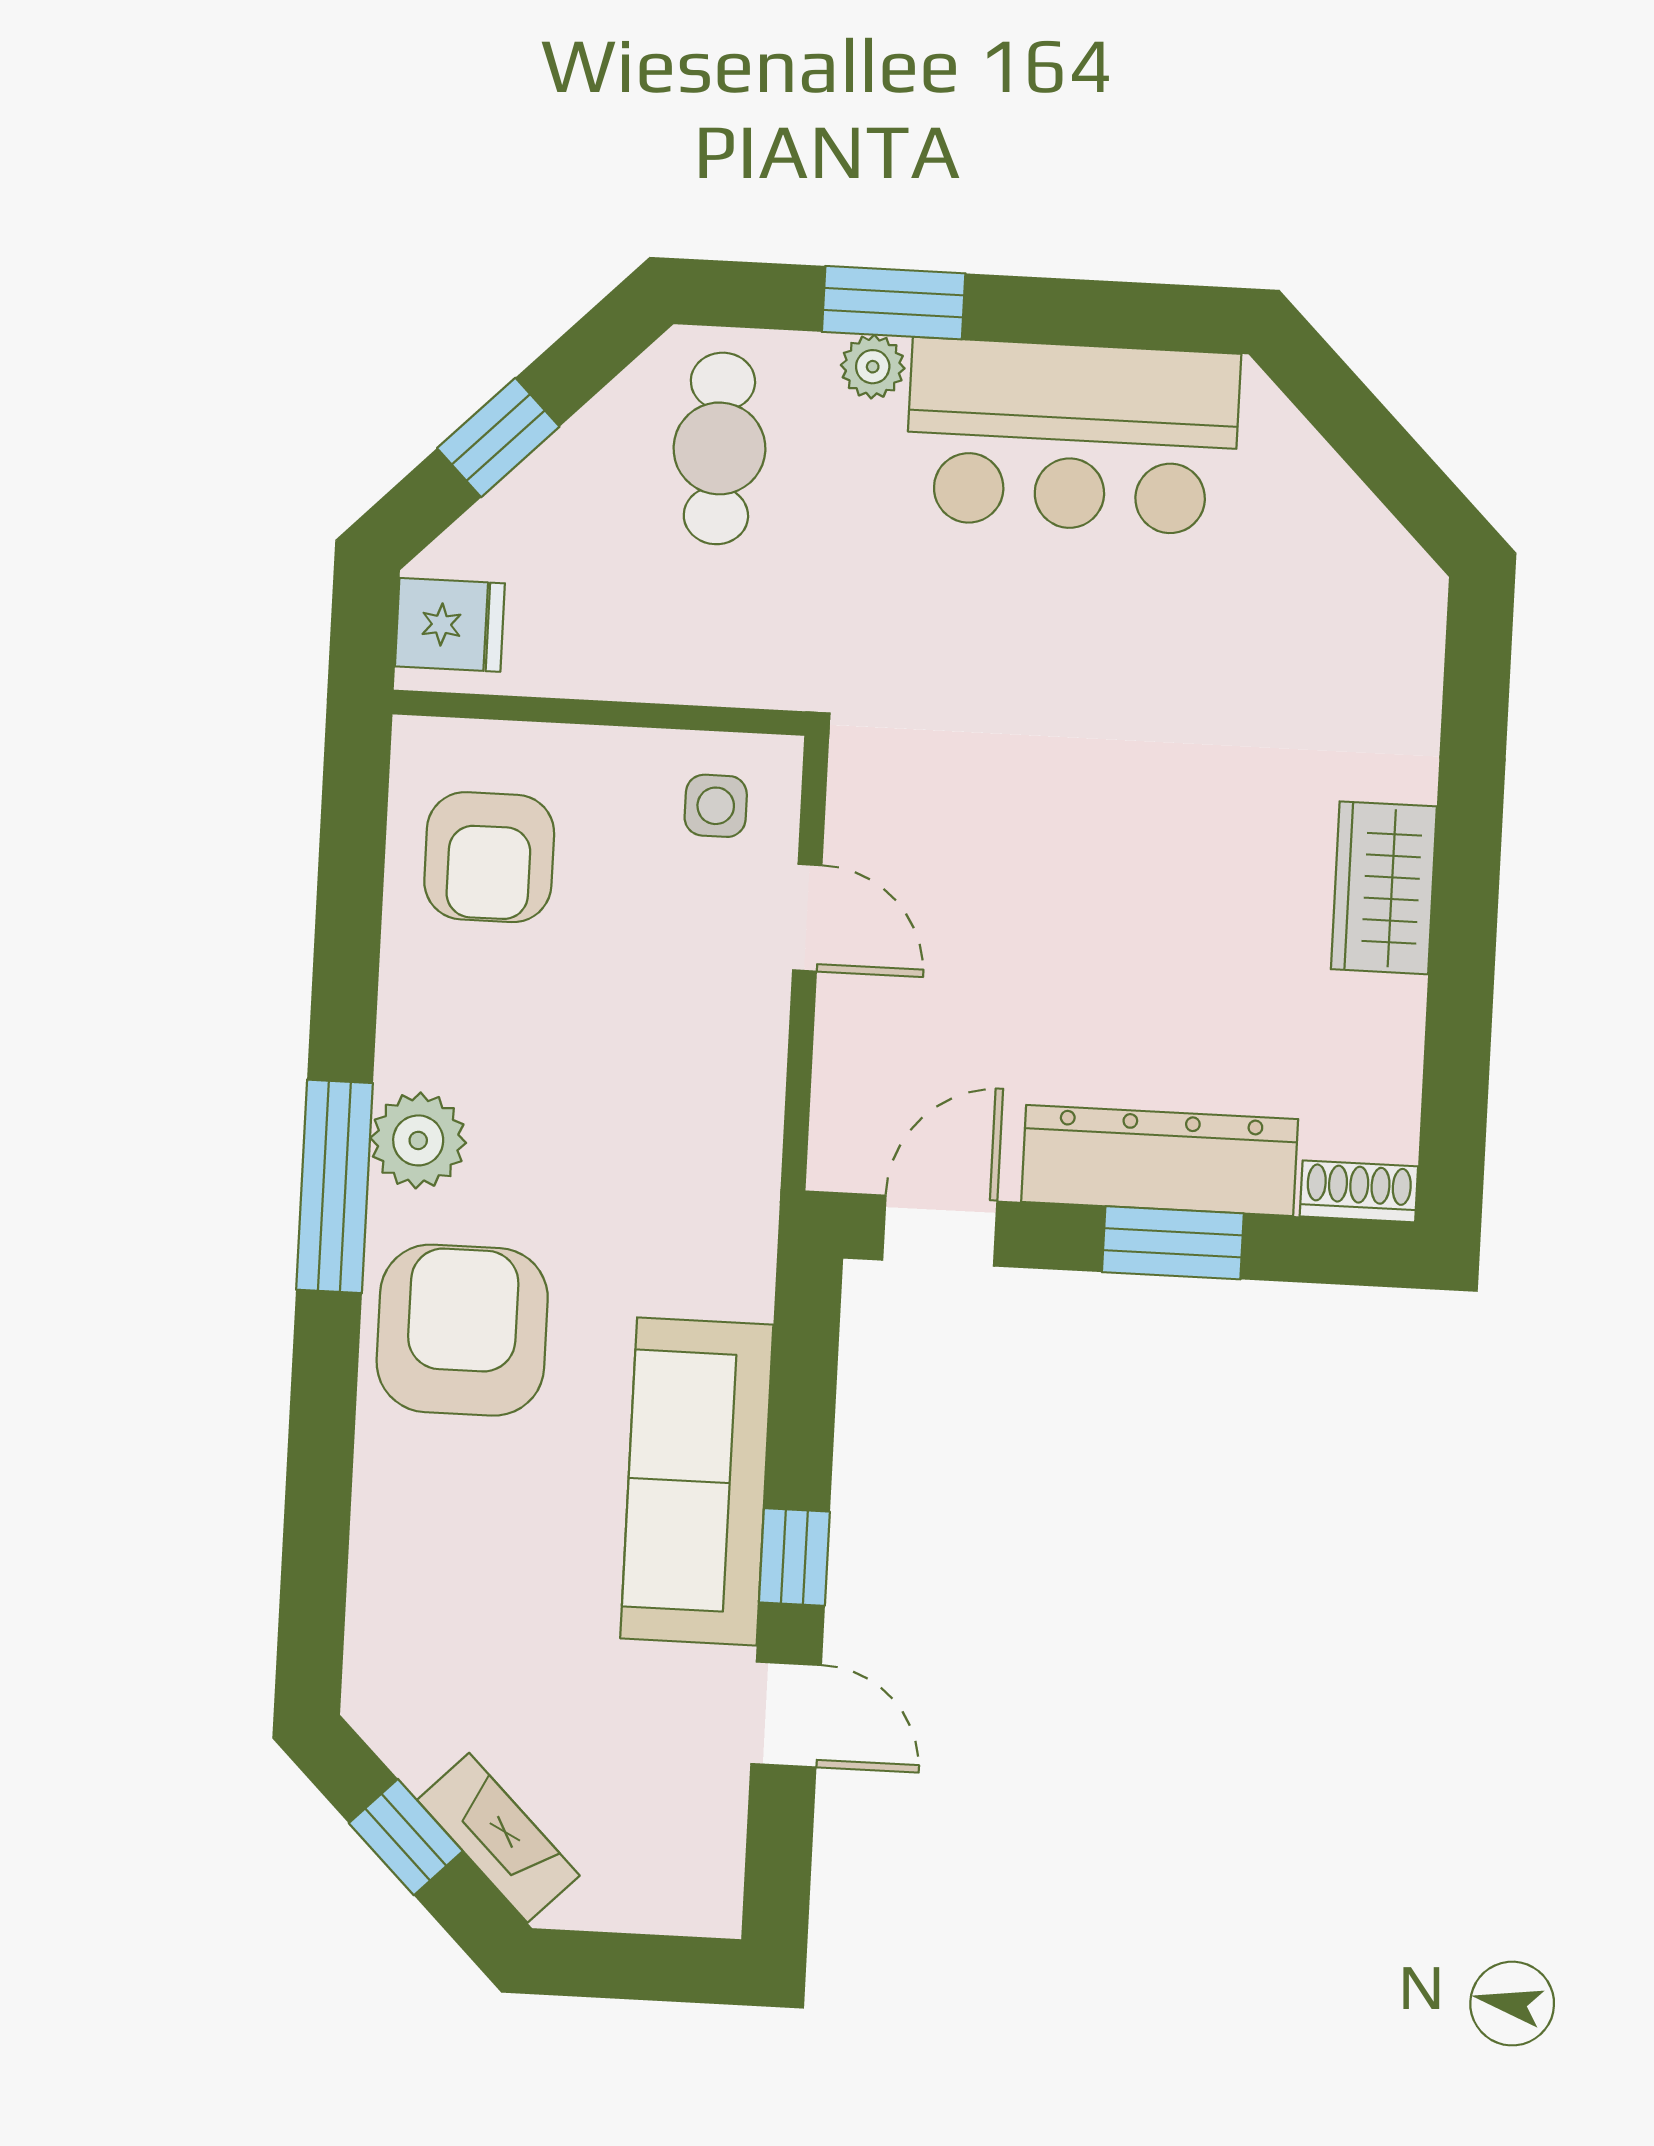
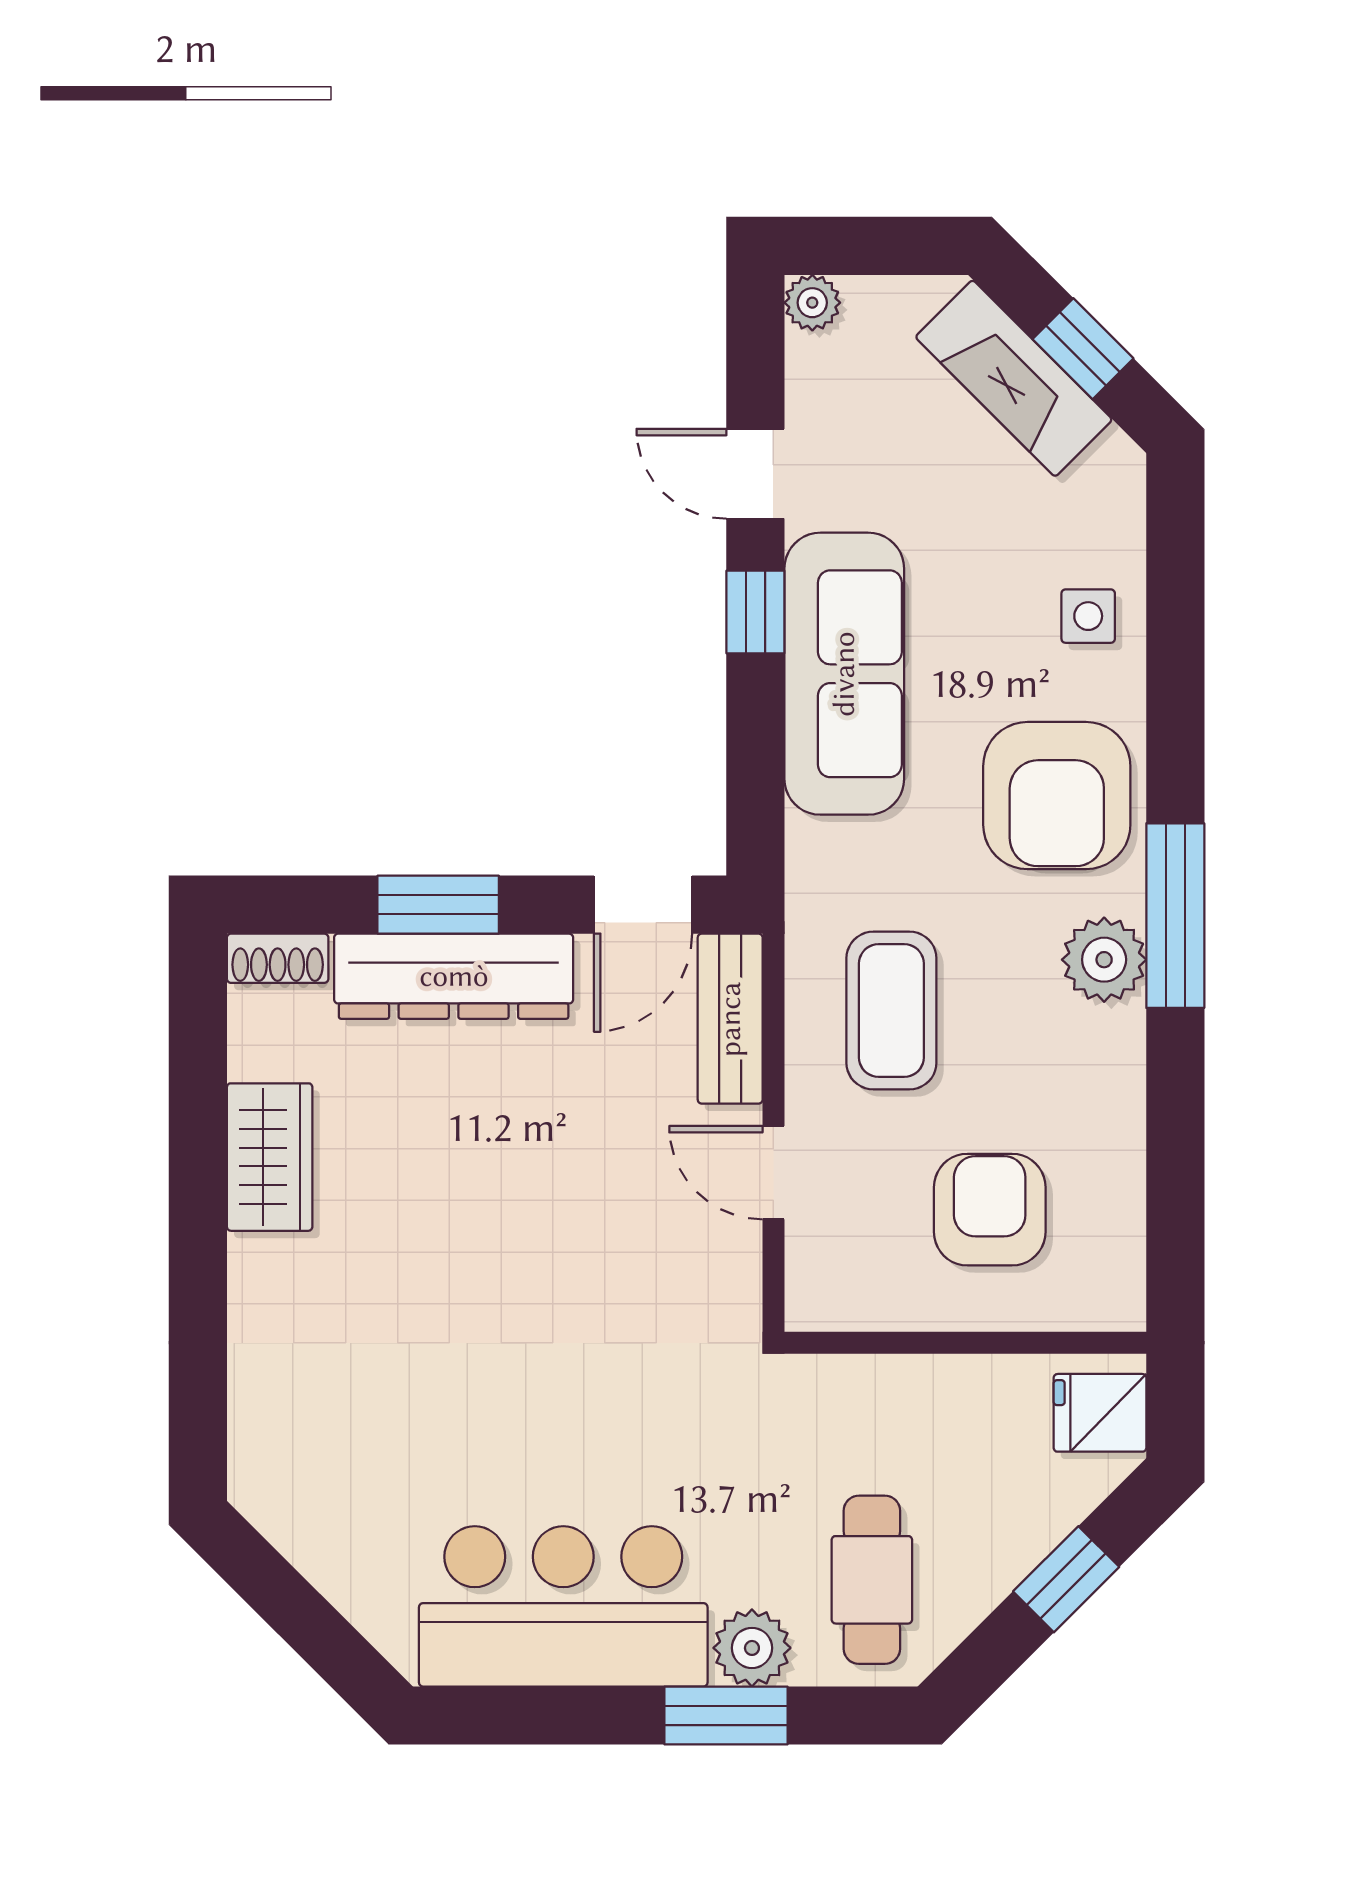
plant: (873, 367) -> (752, 1648), width x1.38, depth x1.38
side table: (716, 806) -> (1088, 616), moved
armchair: (489, 857) -> (990, 1210), moved
wardrobe: (1384, 888) -> (270, 1157), moved
coffee table: (663, 1095) -> (891, 1011), added
bench: (847, 1096) -> (730, 1019), added
fireplace: (498, 1838) -> (1014, 378), width x1.37, depth x1.32
plant: (711, 1906) -> (812, 303), added

